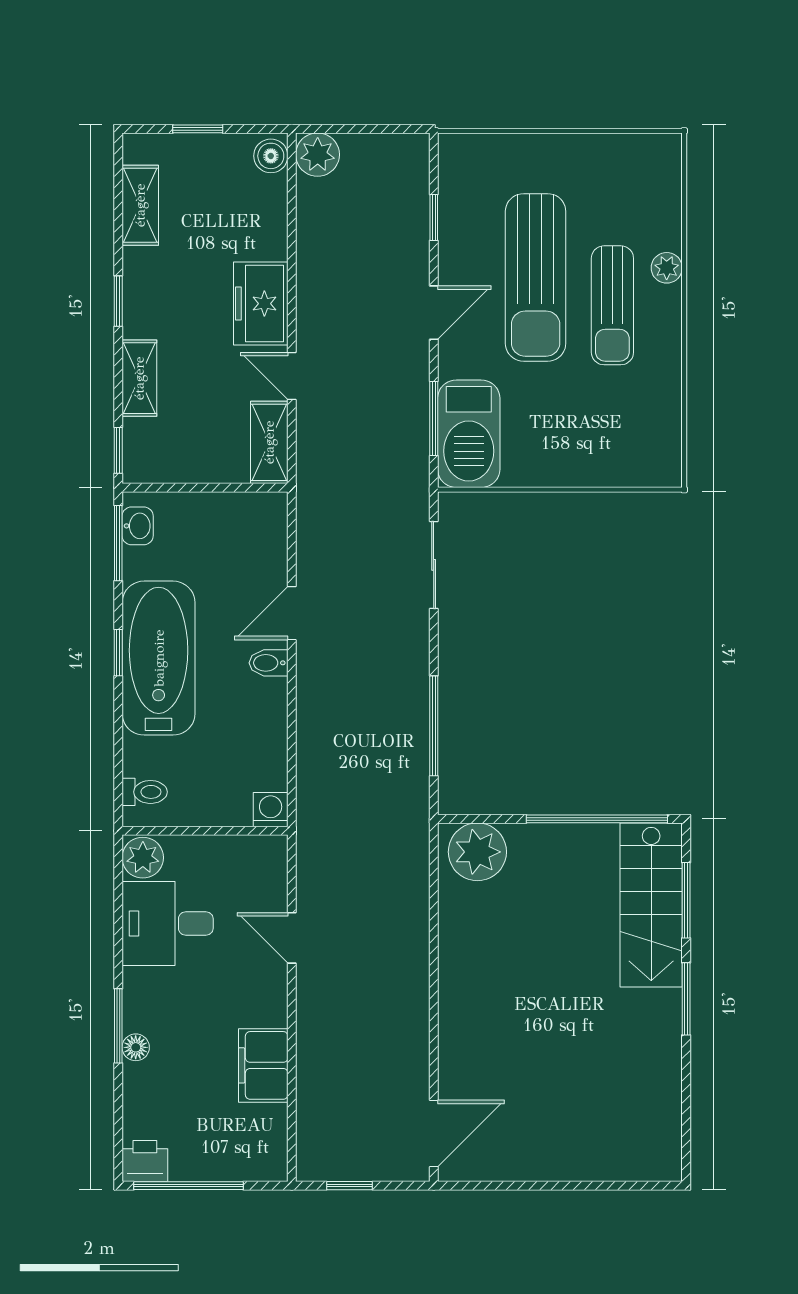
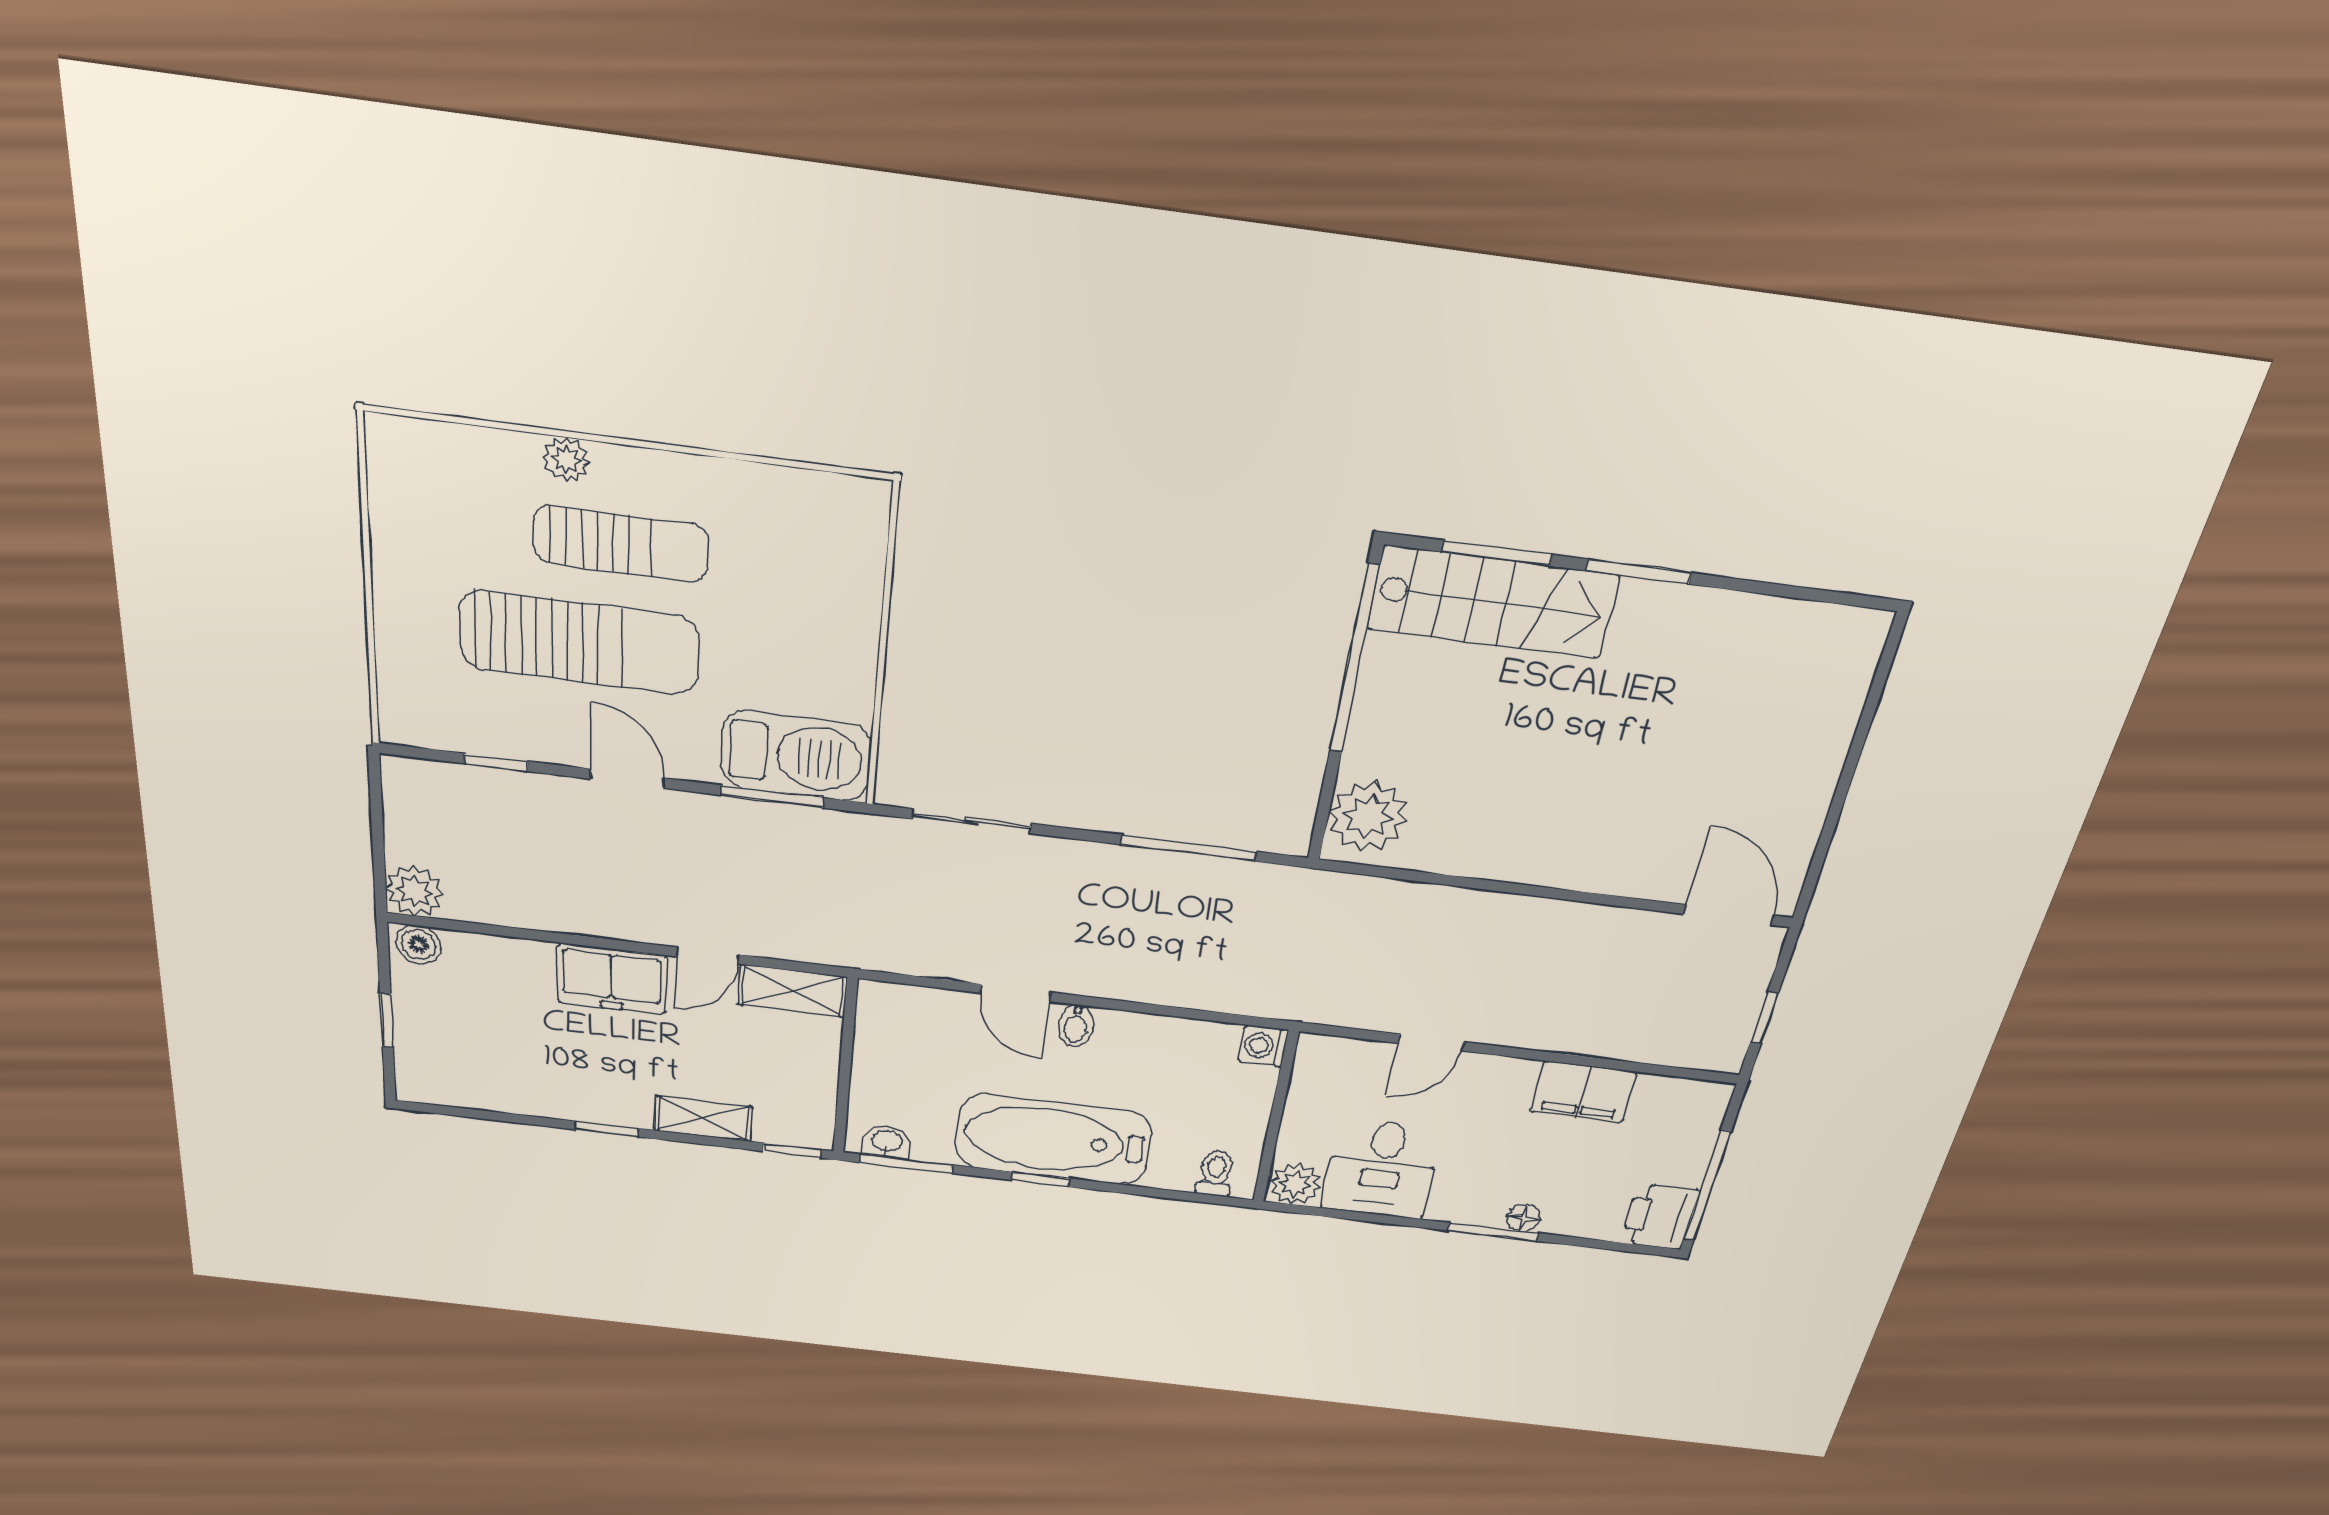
shelving: (140, 205) -> (486, 1092), removed
printer: (145, 1161) -> (1660, 1216), width x1.36, depth x1.24

